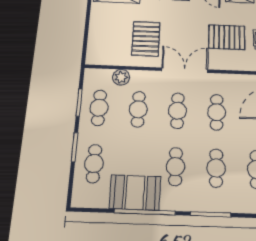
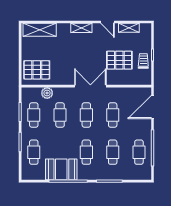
pallet: (146, 39) -> (37, 70), moved, turned 90

